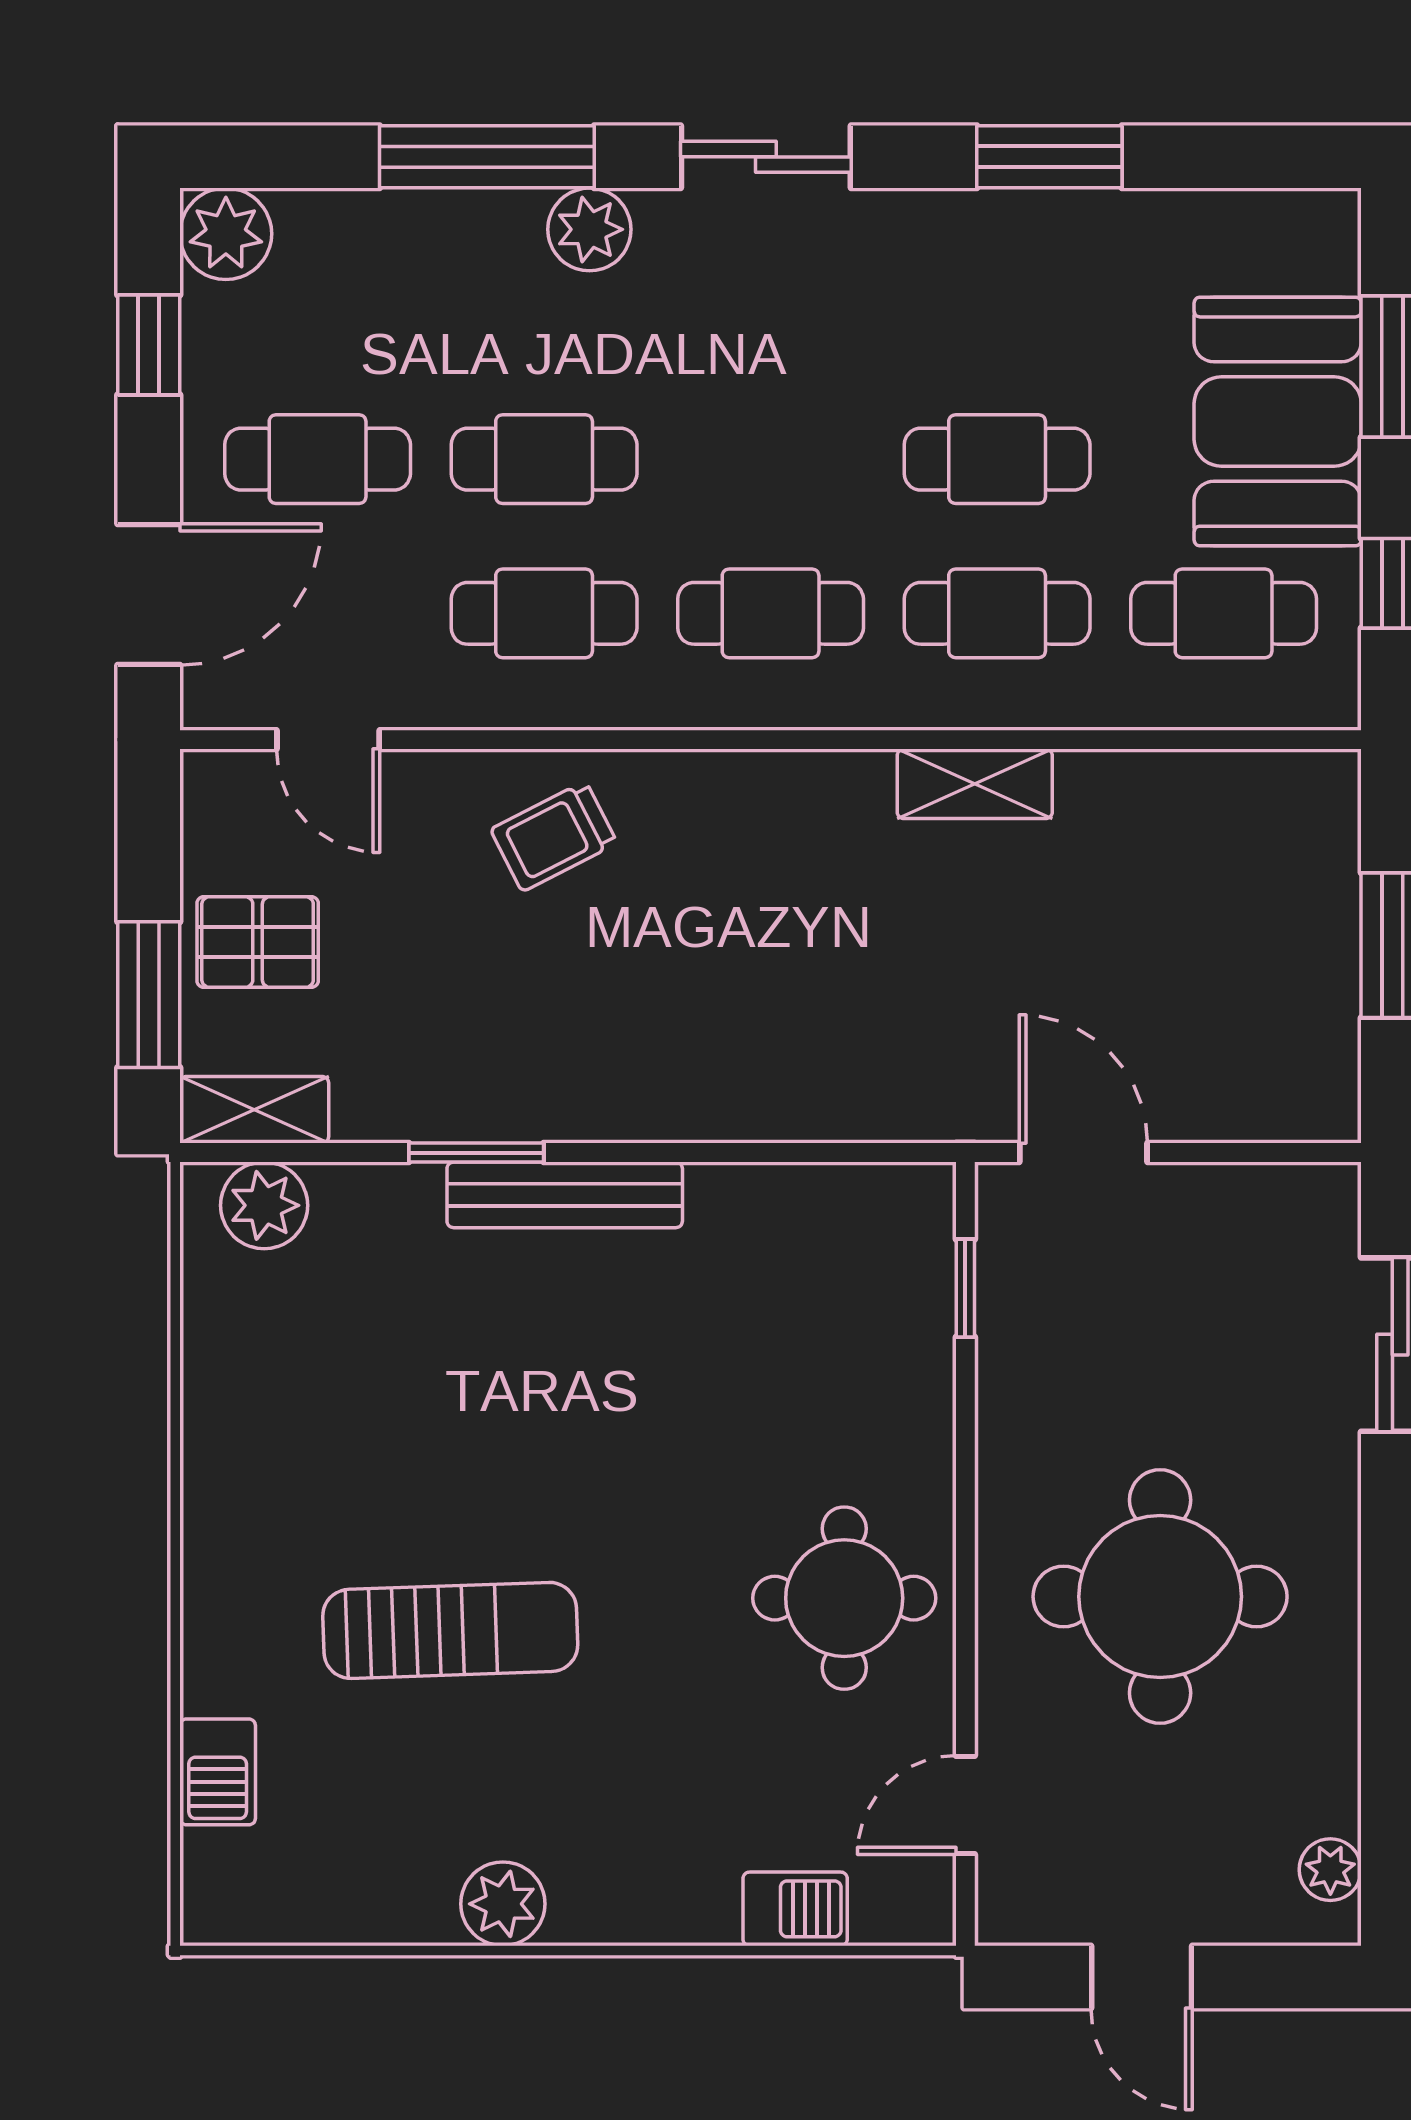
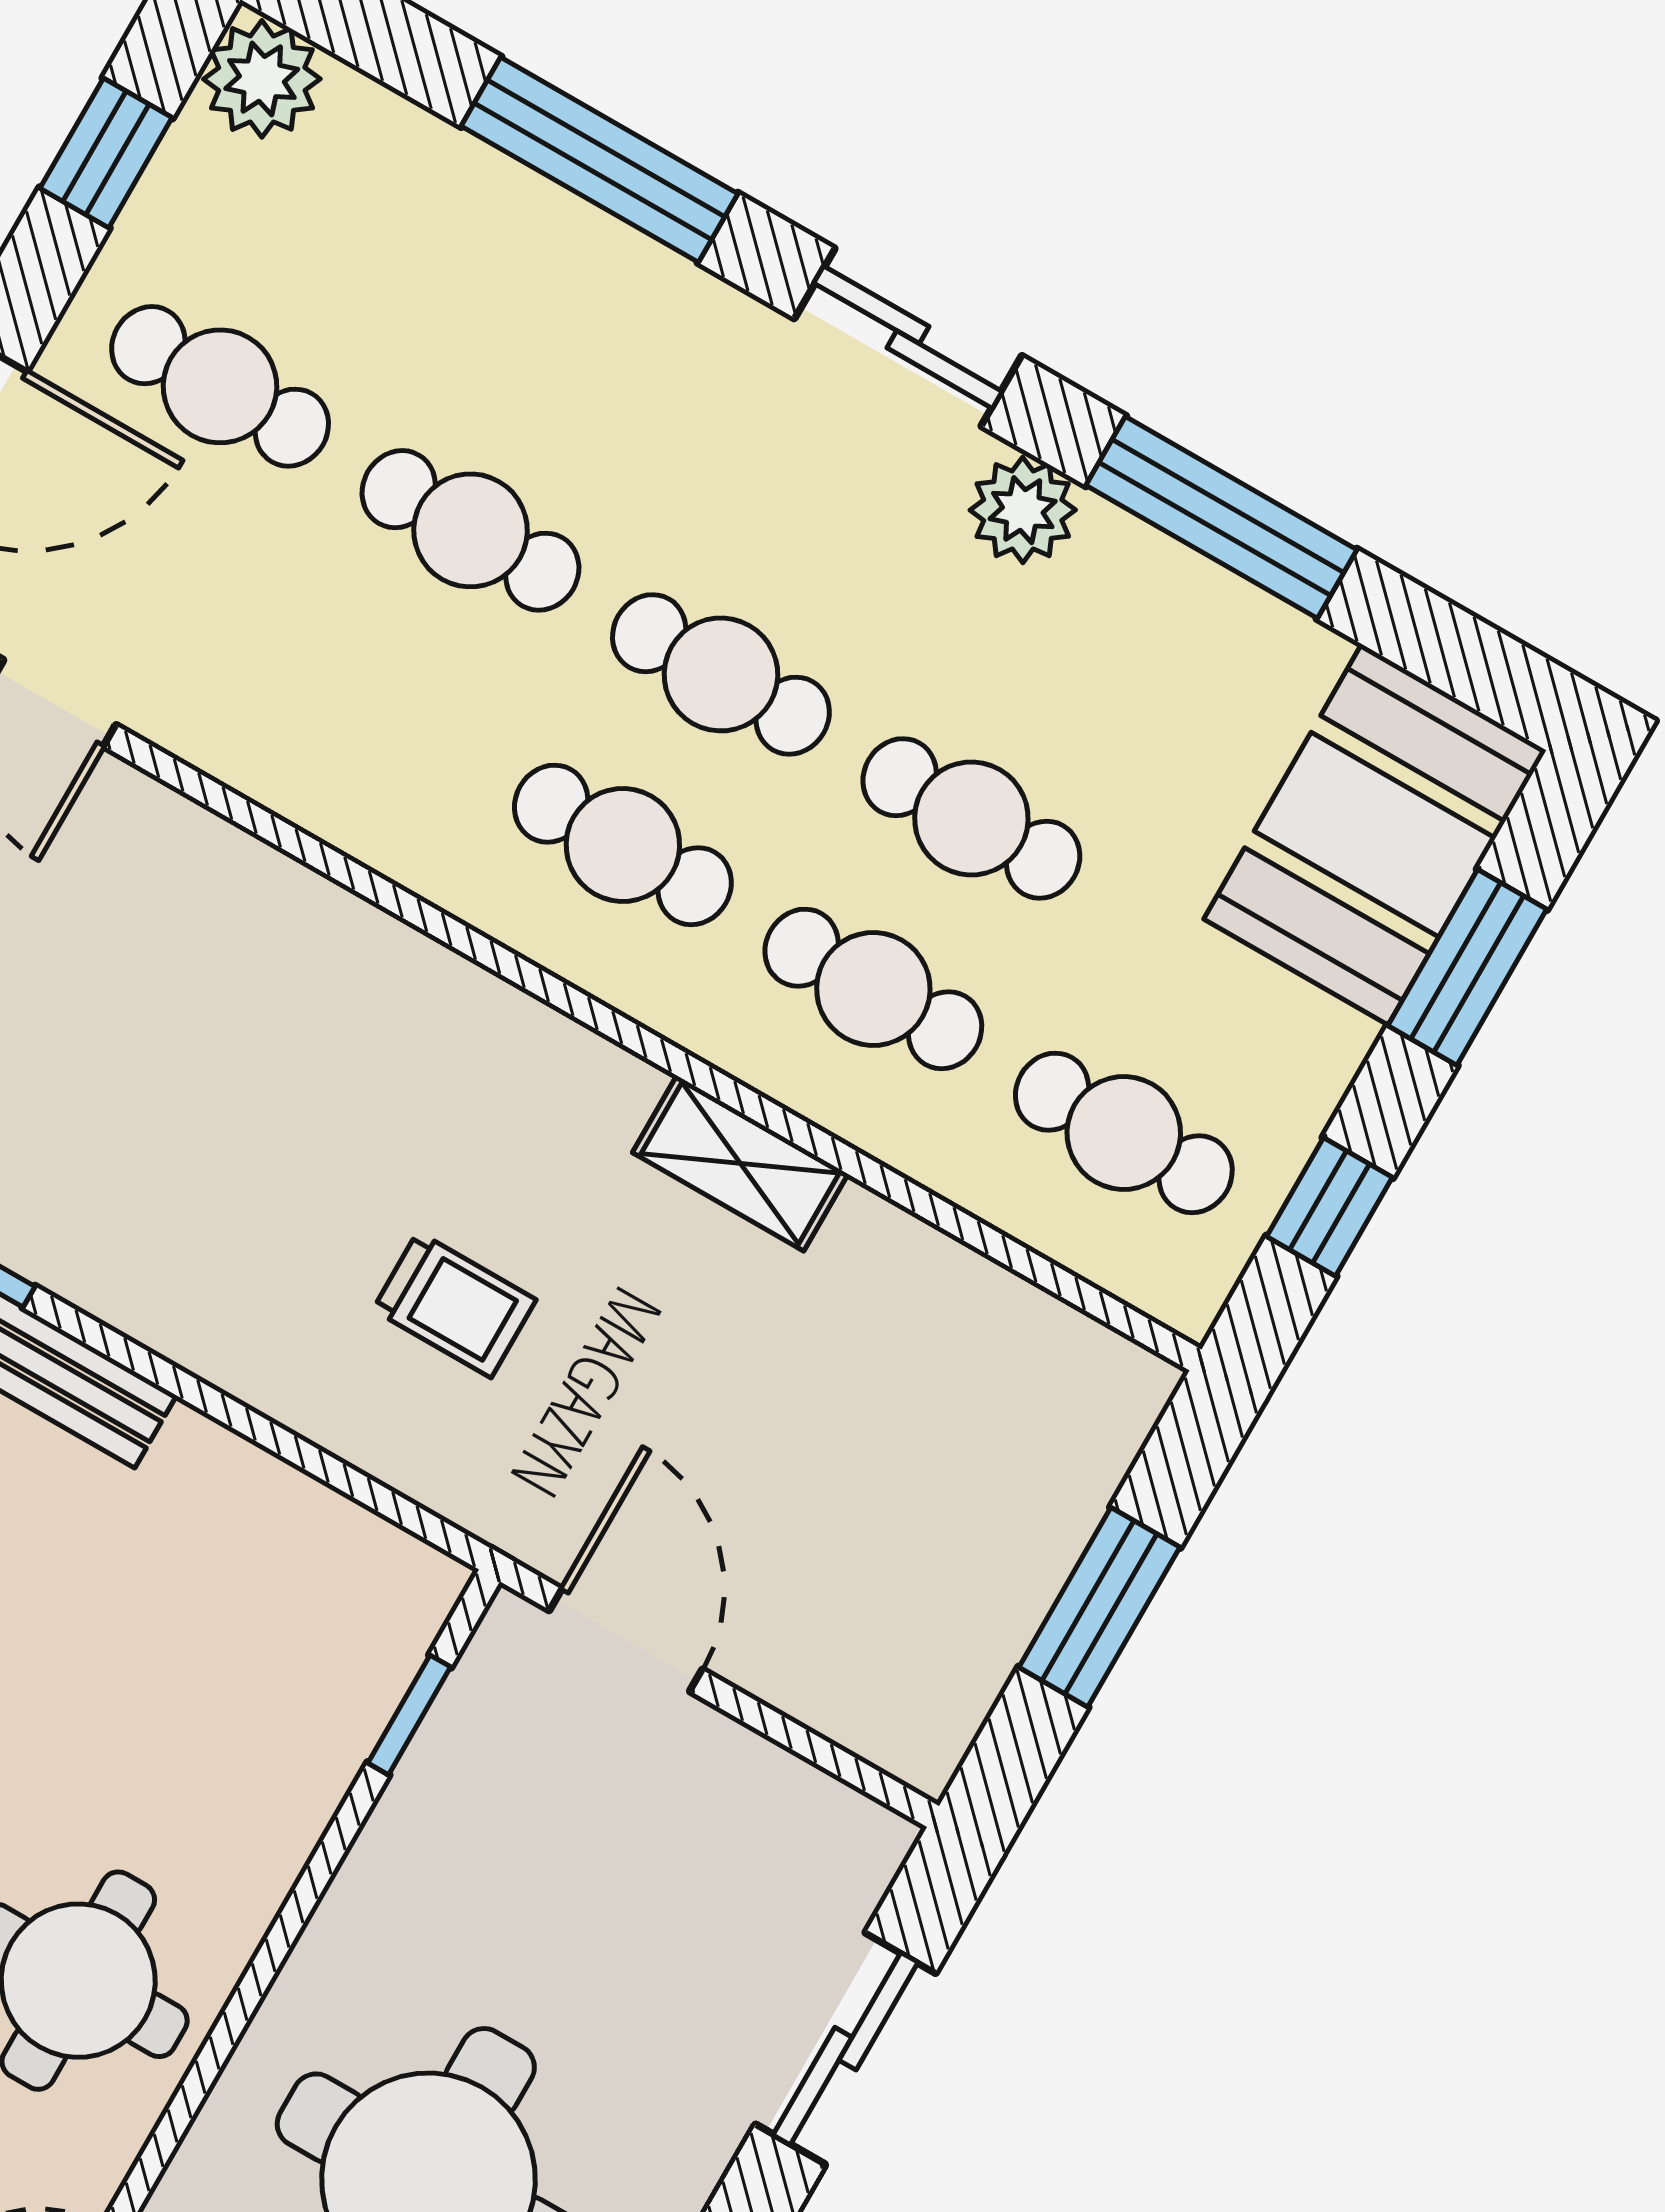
window: (1049, 157) -> (1221, 517), width x1.44
plant: (589, 229) -> (1023, 510), moved
booth: (1278, 422) -> (1375, 835), moved
cafe table: (544, 613) -> (721, 674), moved
trolley: (554, 836) -> (454, 1305), moved, turned -153

